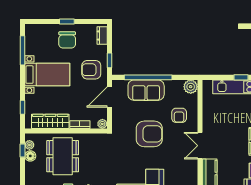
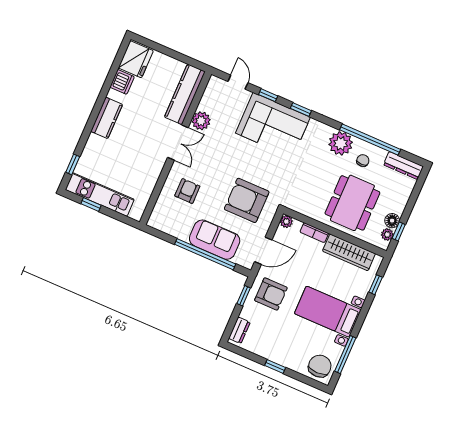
chair: (67, 40) -> (320, 366), moved
plant: (191, 87) -> (201, 121), moved
armchair: (149, 134) -> (247, 200), moved

